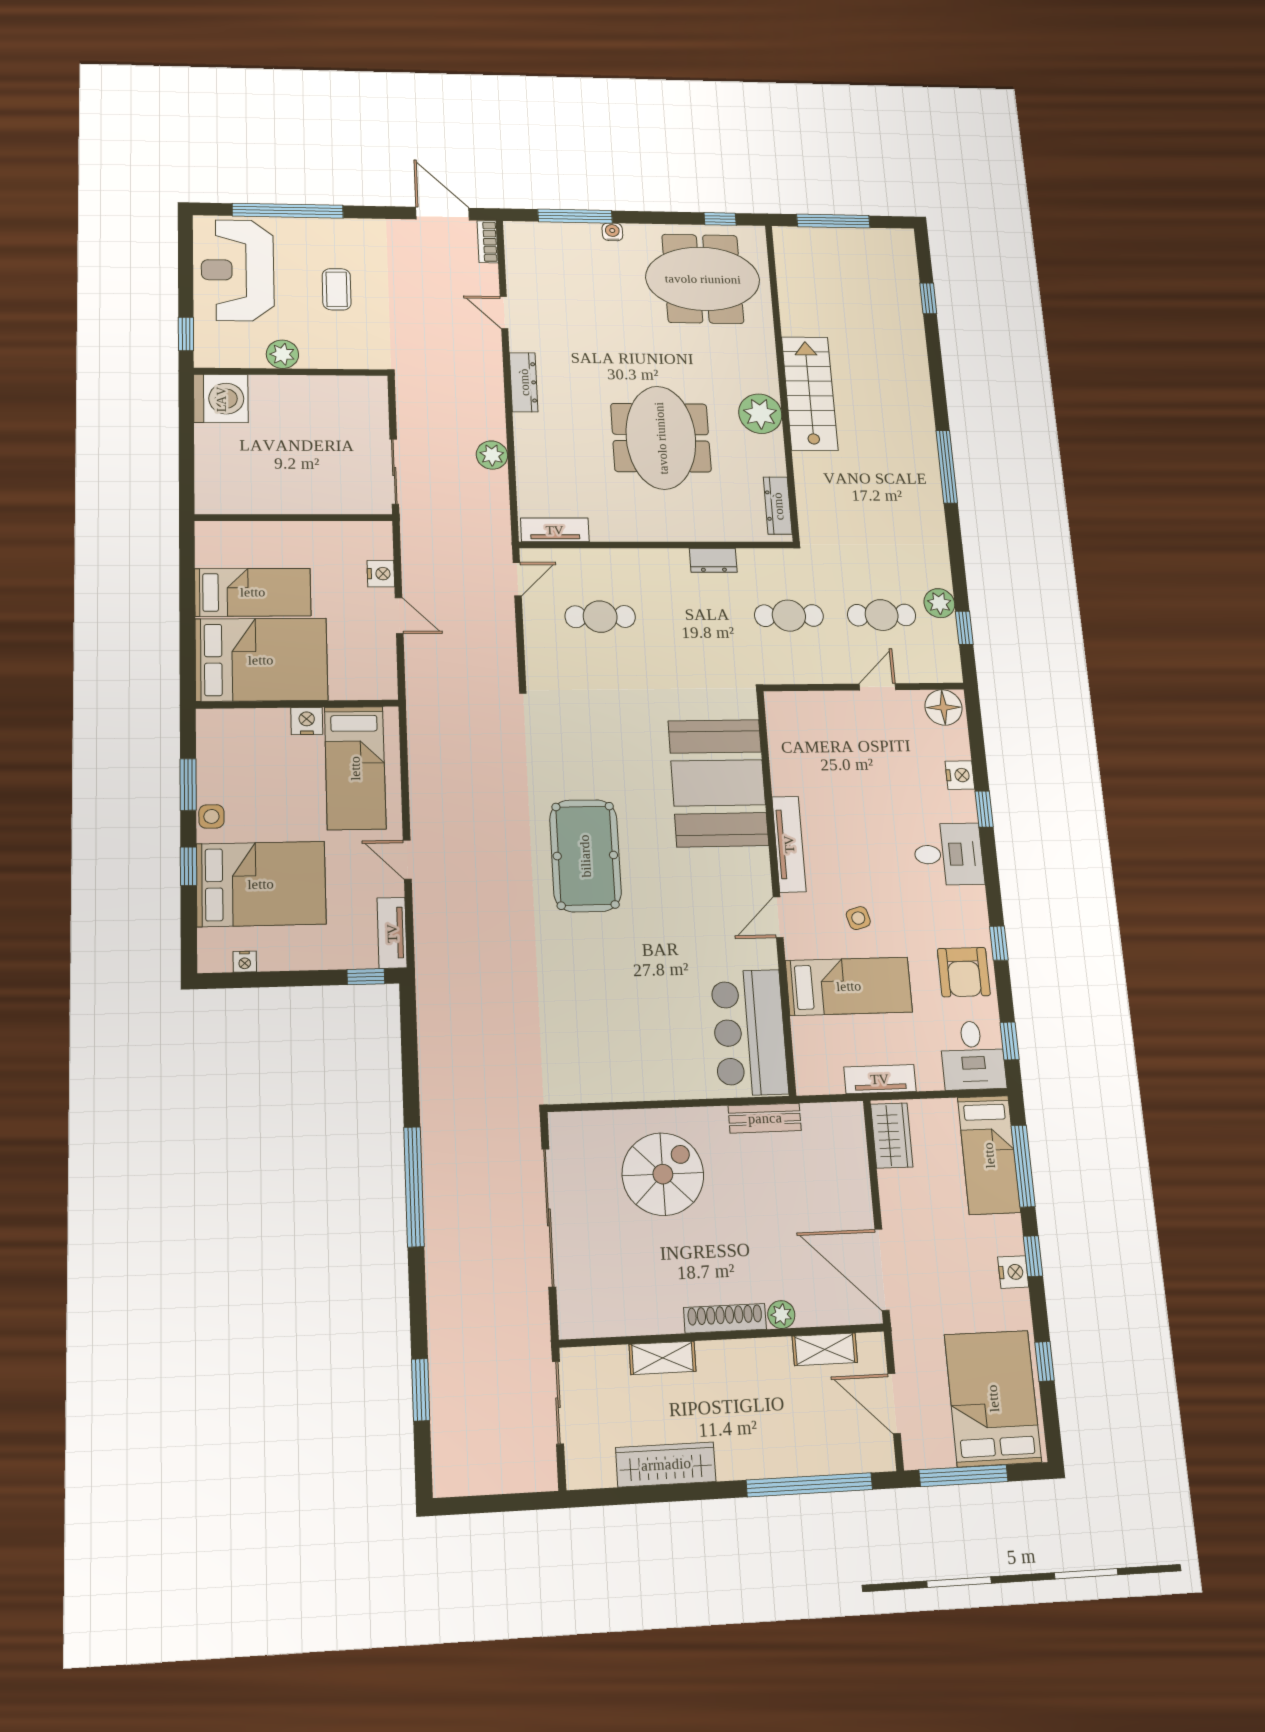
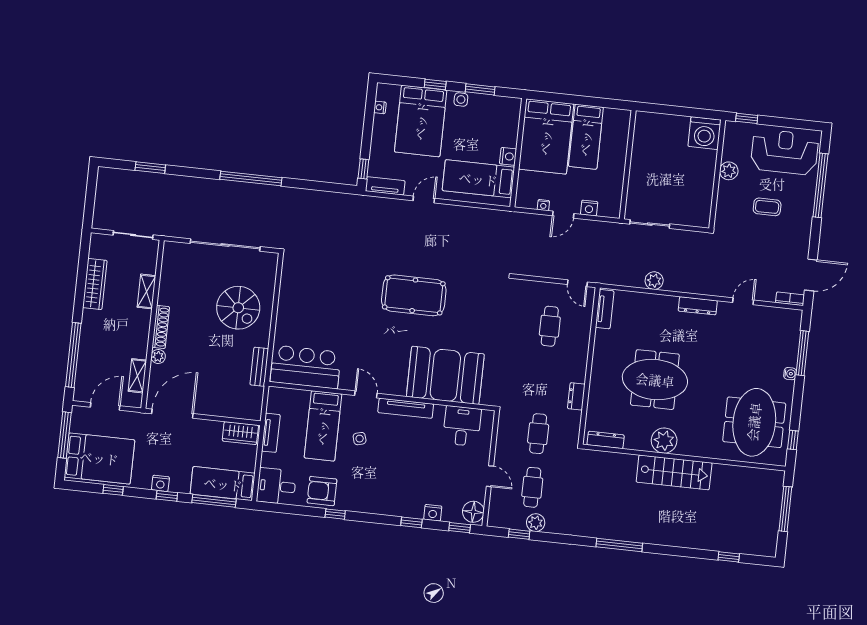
nightstand: (387, 651) -> (543, 205), added
desk: (948, 854) -> (462, 426), moved, turned 180
window: (1009, 1041) -> (460, 528), moved

